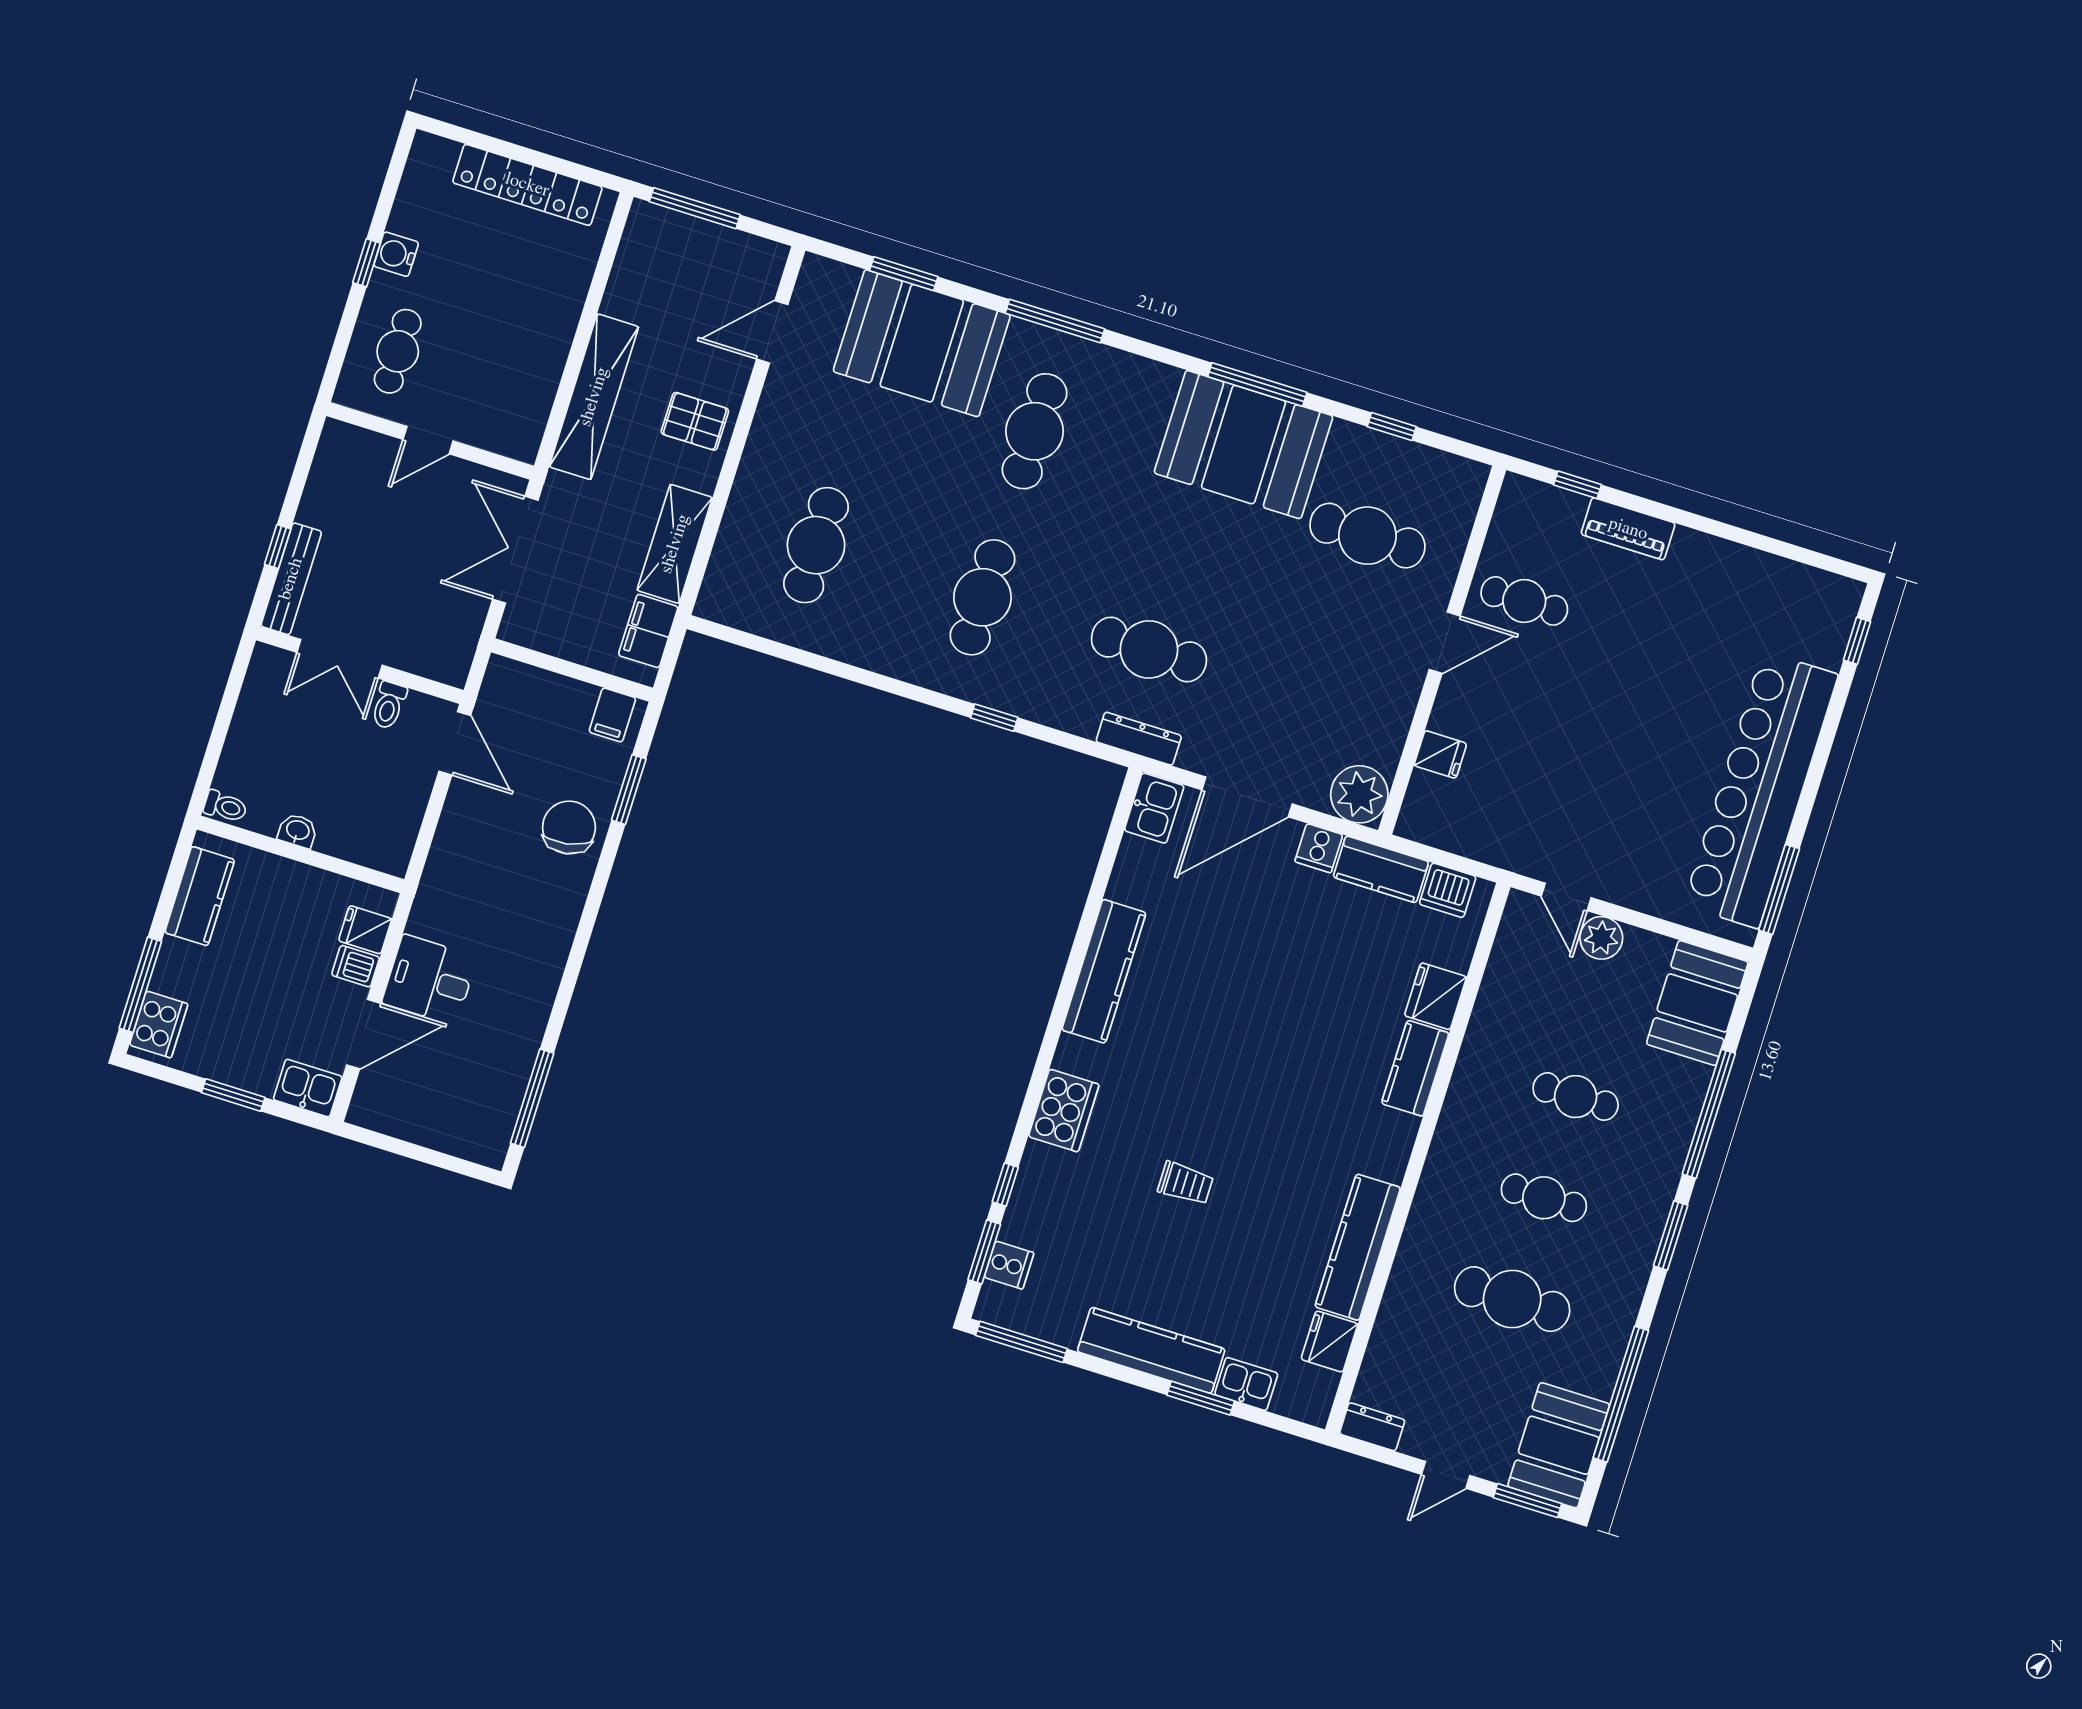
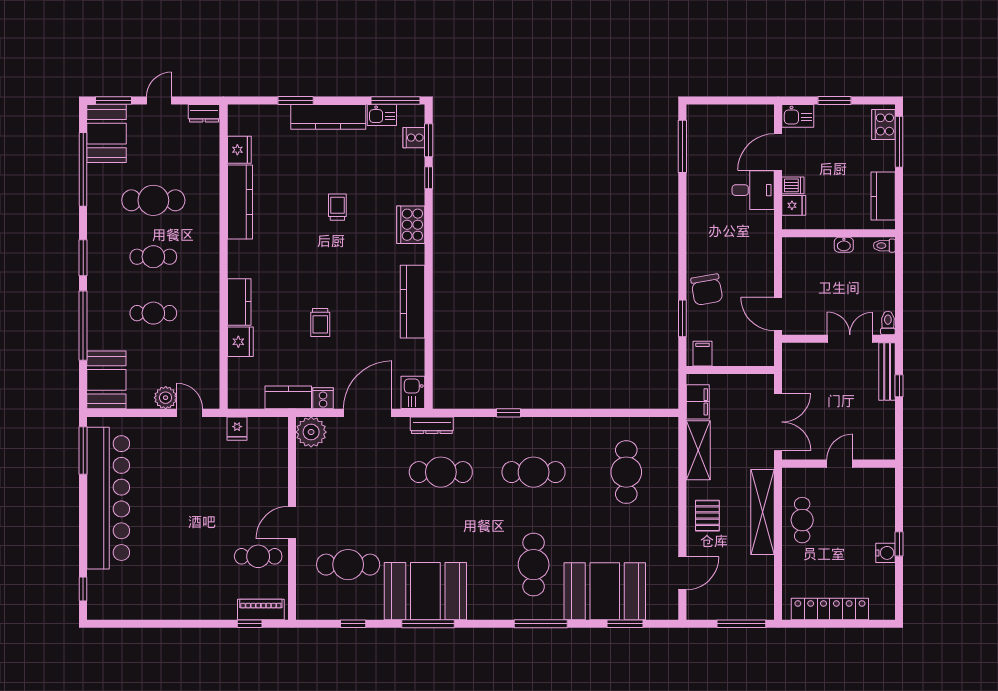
cafe table: (398, 351) -> (802, 520), moved
pallet: (695, 421) -> (707, 516), turned 90
piano: (1628, 529) -> (261, 609), moved
cafe table: (982, 597) -> (534, 472), turned 90
toilet: (389, 705) -> (888, 323), moved
fridge: (1440, 754) -> (237, 429), moved, turned -90
dishwasher: (1448, 890) -> (251, 397), removed
trolley: (1281, 986) -> (320, 322), added
trolley: (1185, 1183) -> (337, 207), turned 90
kitchen sink: (1246, 1384) -> (382, 115), moved

